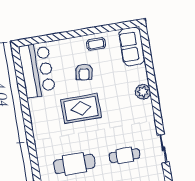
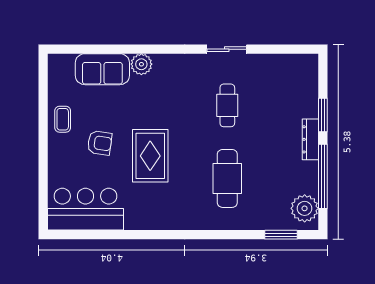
sofa: (132, 46) -> (102, 69), moved

